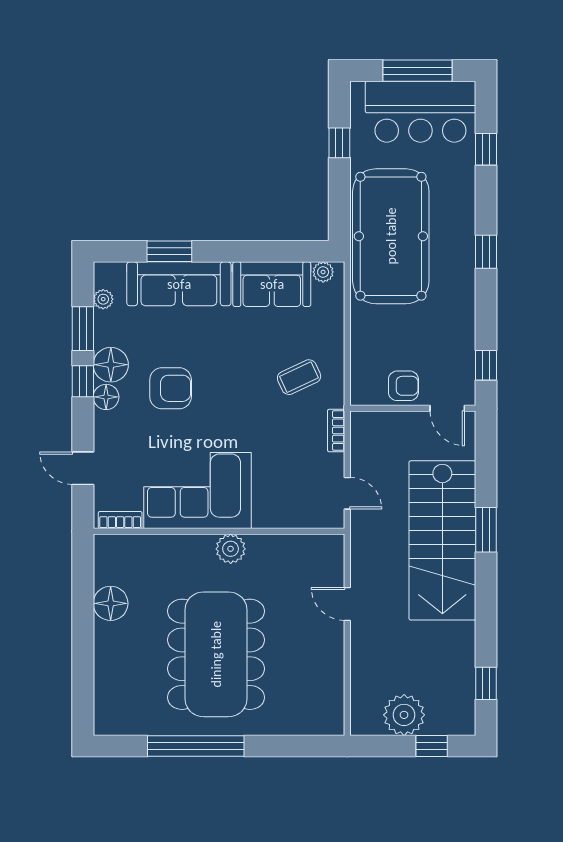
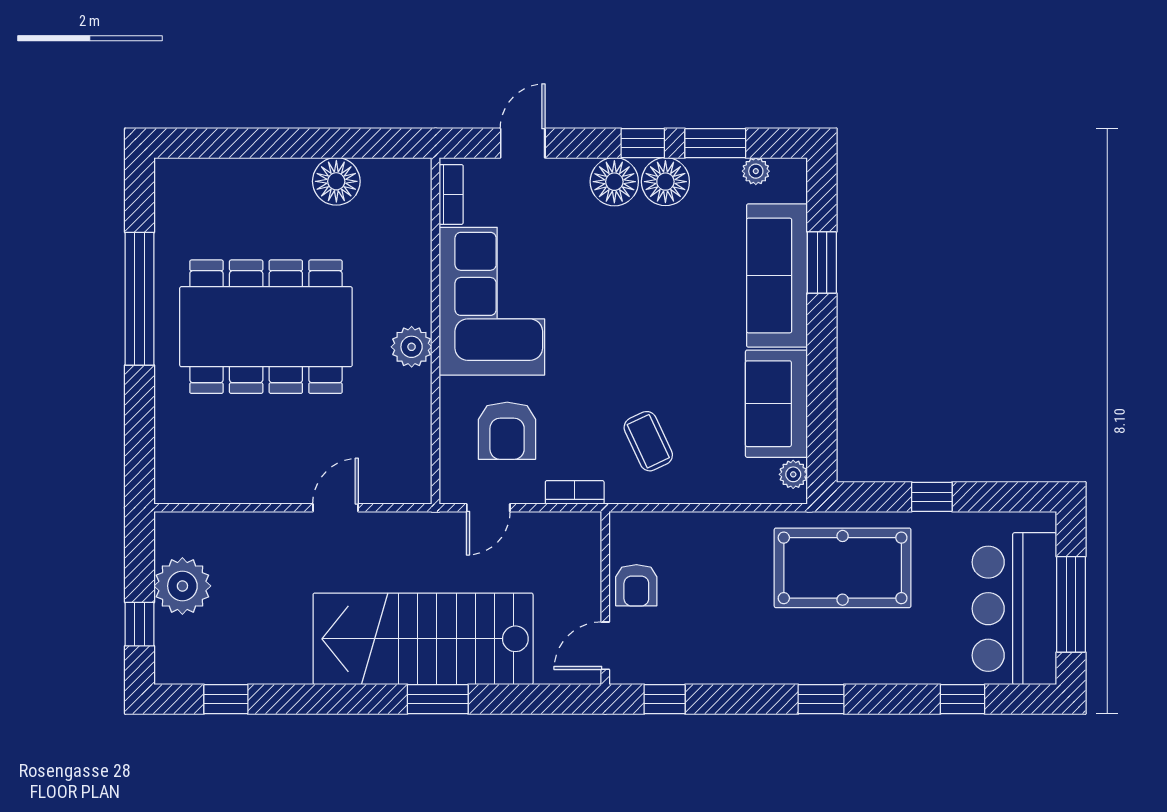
window: (339, 143) -> (932, 497), moved
pool table: (391, 236) -> (843, 568), width x0.73, depth x0.76
armchair: (171, 388) -> (507, 431), moved
floor lamp: (106, 397) -> (614, 182), width x1.38, depth x1.38

